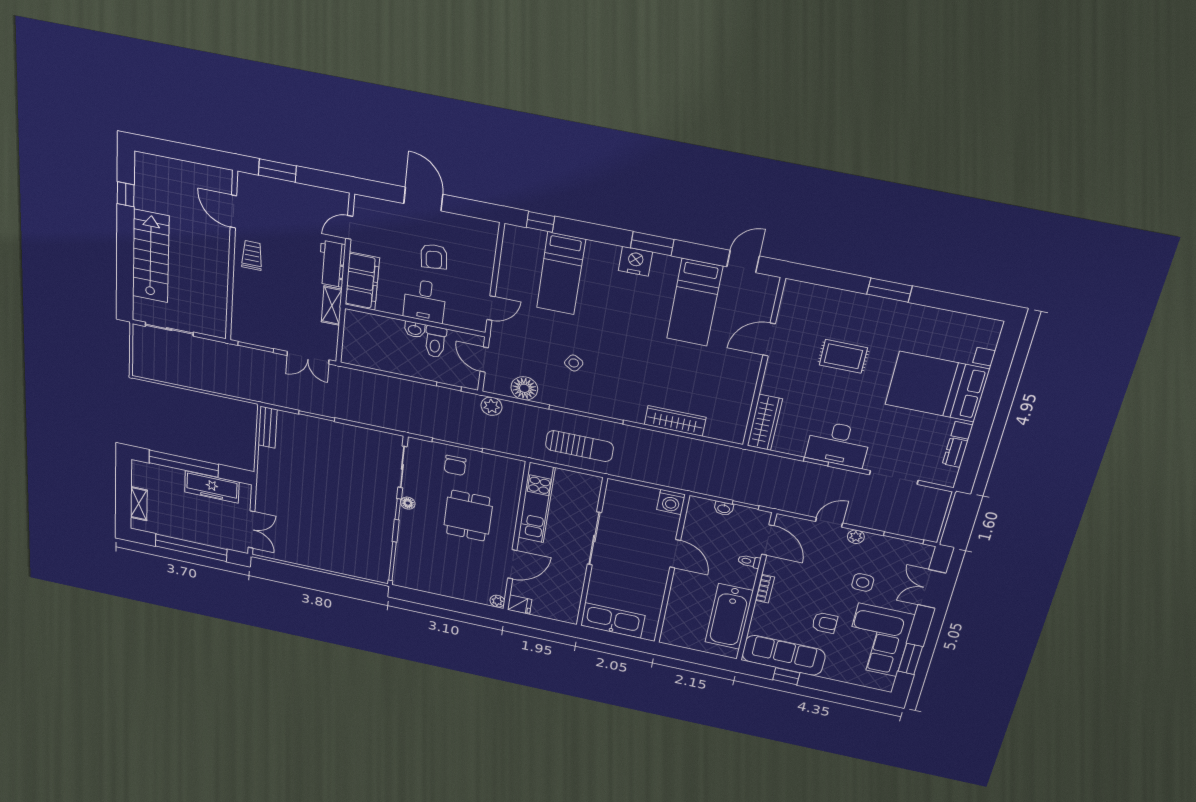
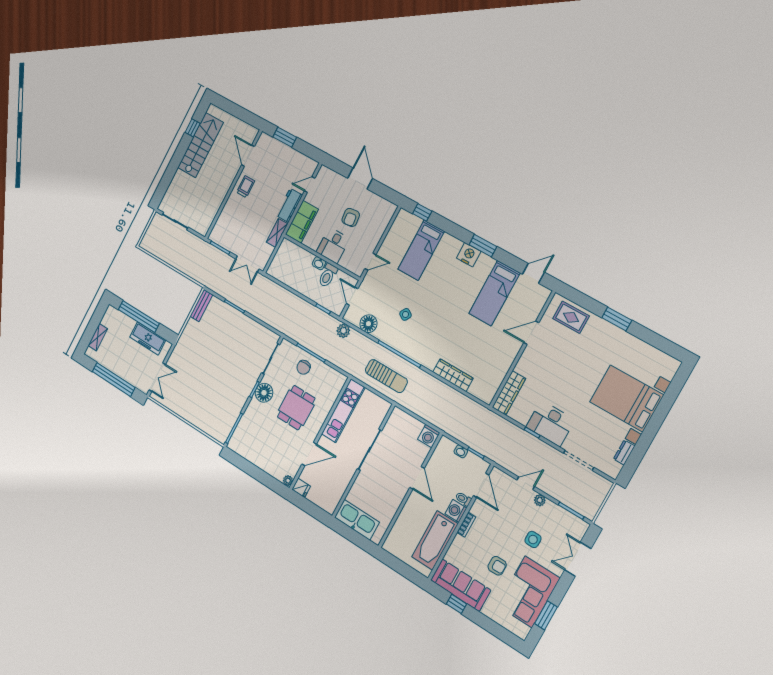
stairs: (151, 256) -> (200, 145), moved
rug: (843, 356) -> (571, 317), moved
floor lamp: (408, 503) -> (264, 393), width x1.89, depth x1.89
washing machine: (744, 577) -> (456, 511), added

